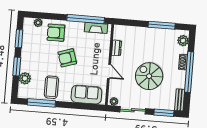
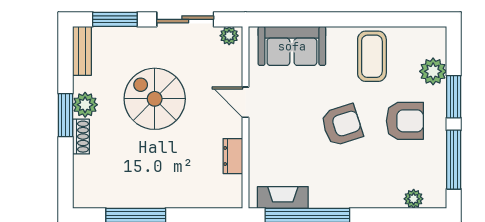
armchair: (56, 33) -> (405, 121), moved
window: (19, 39) -> (454, 160), width x1.44
plant: (183, 41) -> (85, 105), moved
window: (189, 72) -> (65, 115), width x0.47
spiral stairs: (149, 76) -> (155, 99), turned 180
window: (41, 103) -> (392, 19), removed

